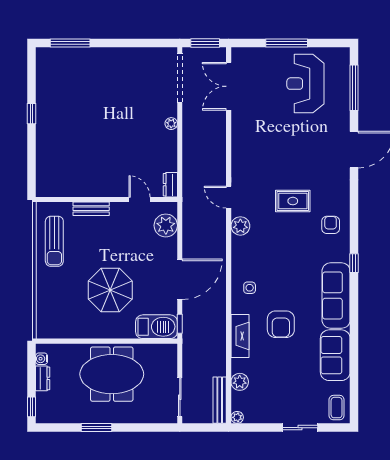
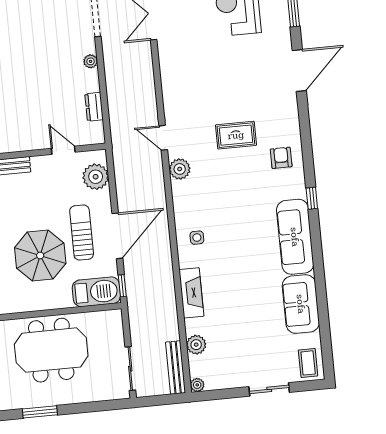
dresser: (170, 185) -> (94, 107), moved
sun lounger: (149, 273) -> (82, 233), added
armchair: (281, 324) -> (236, 275), removed

